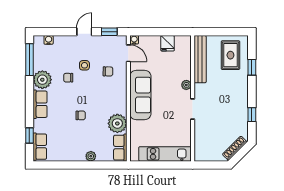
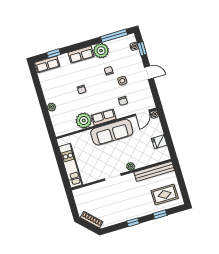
window: (109, 32) -> (142, 49), moved
window: (252, 115) -> (133, 222), moved
row of seats: (120, 148) -> (104, 117), moved

